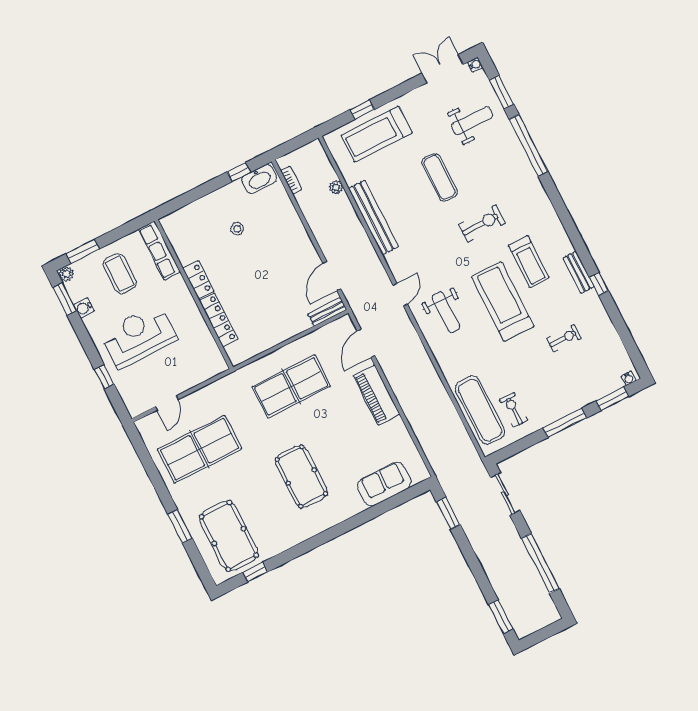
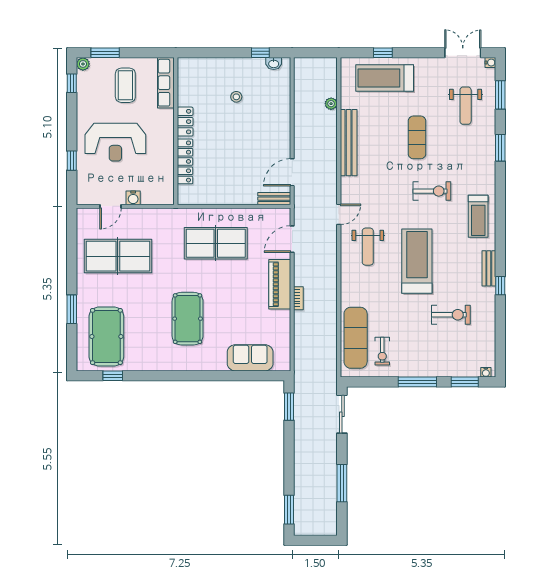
weight bench: (472, 121) -> (466, 106), turned 90
window: (529, 145) -> (500, 148), width x0.47
washbasin: (259, 179) -> (274, 64), width x0.52, depth x0.69
bookcase: (291, 180) -> (298, 298), moved
treadmill: (529, 262) -> (478, 216), moved
window: (65, 299) -> (72, 83), width x0.67
water cooler: (84, 308) -> (133, 198), moved, turned -90
reception desk: (139, 336) -> (115, 142), turned 180
exercise bike: (564, 338) -> (451, 315), width x1.38, depth x1.39
exercise bike: (514, 410) -> (382, 351), turned 180
window: (540, 563) -> (342, 483), width x0.68

